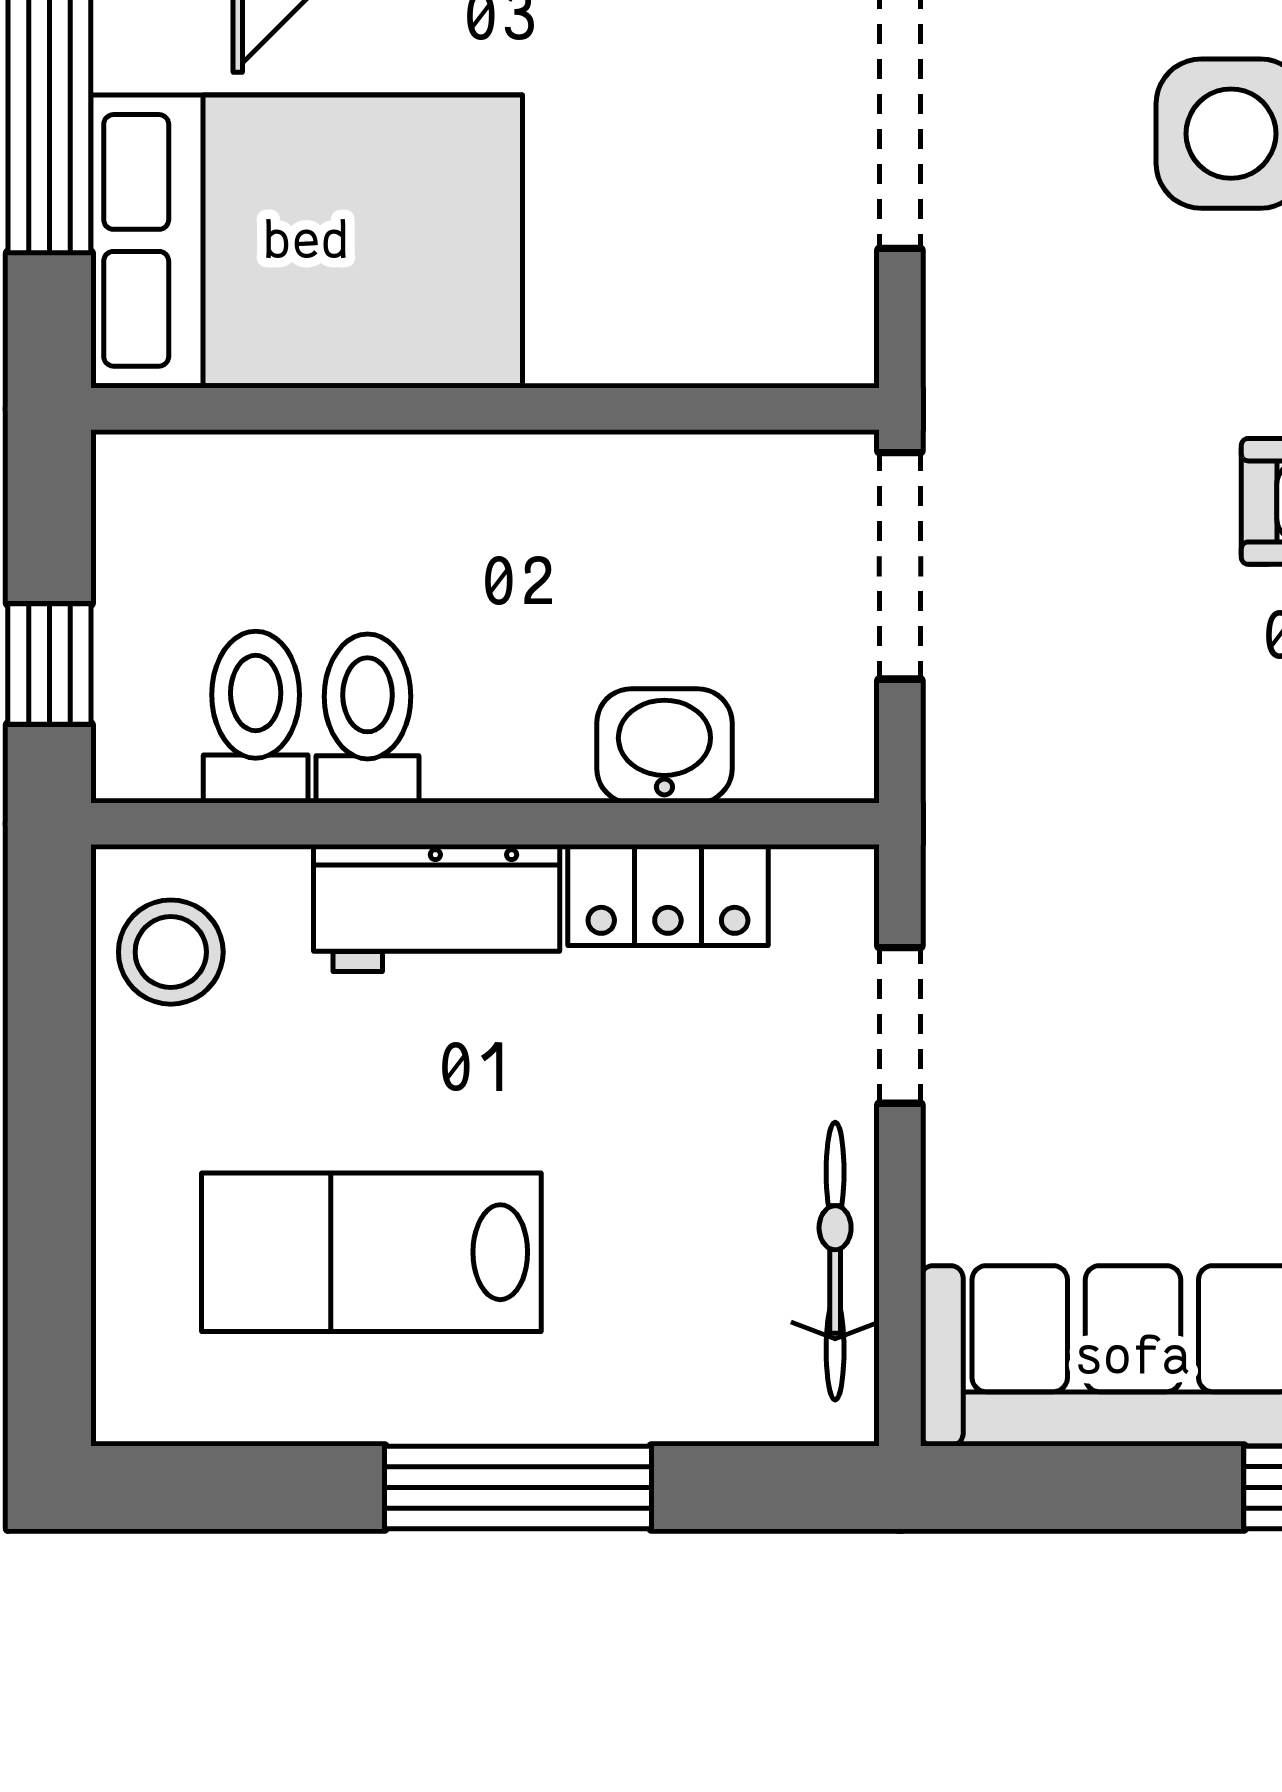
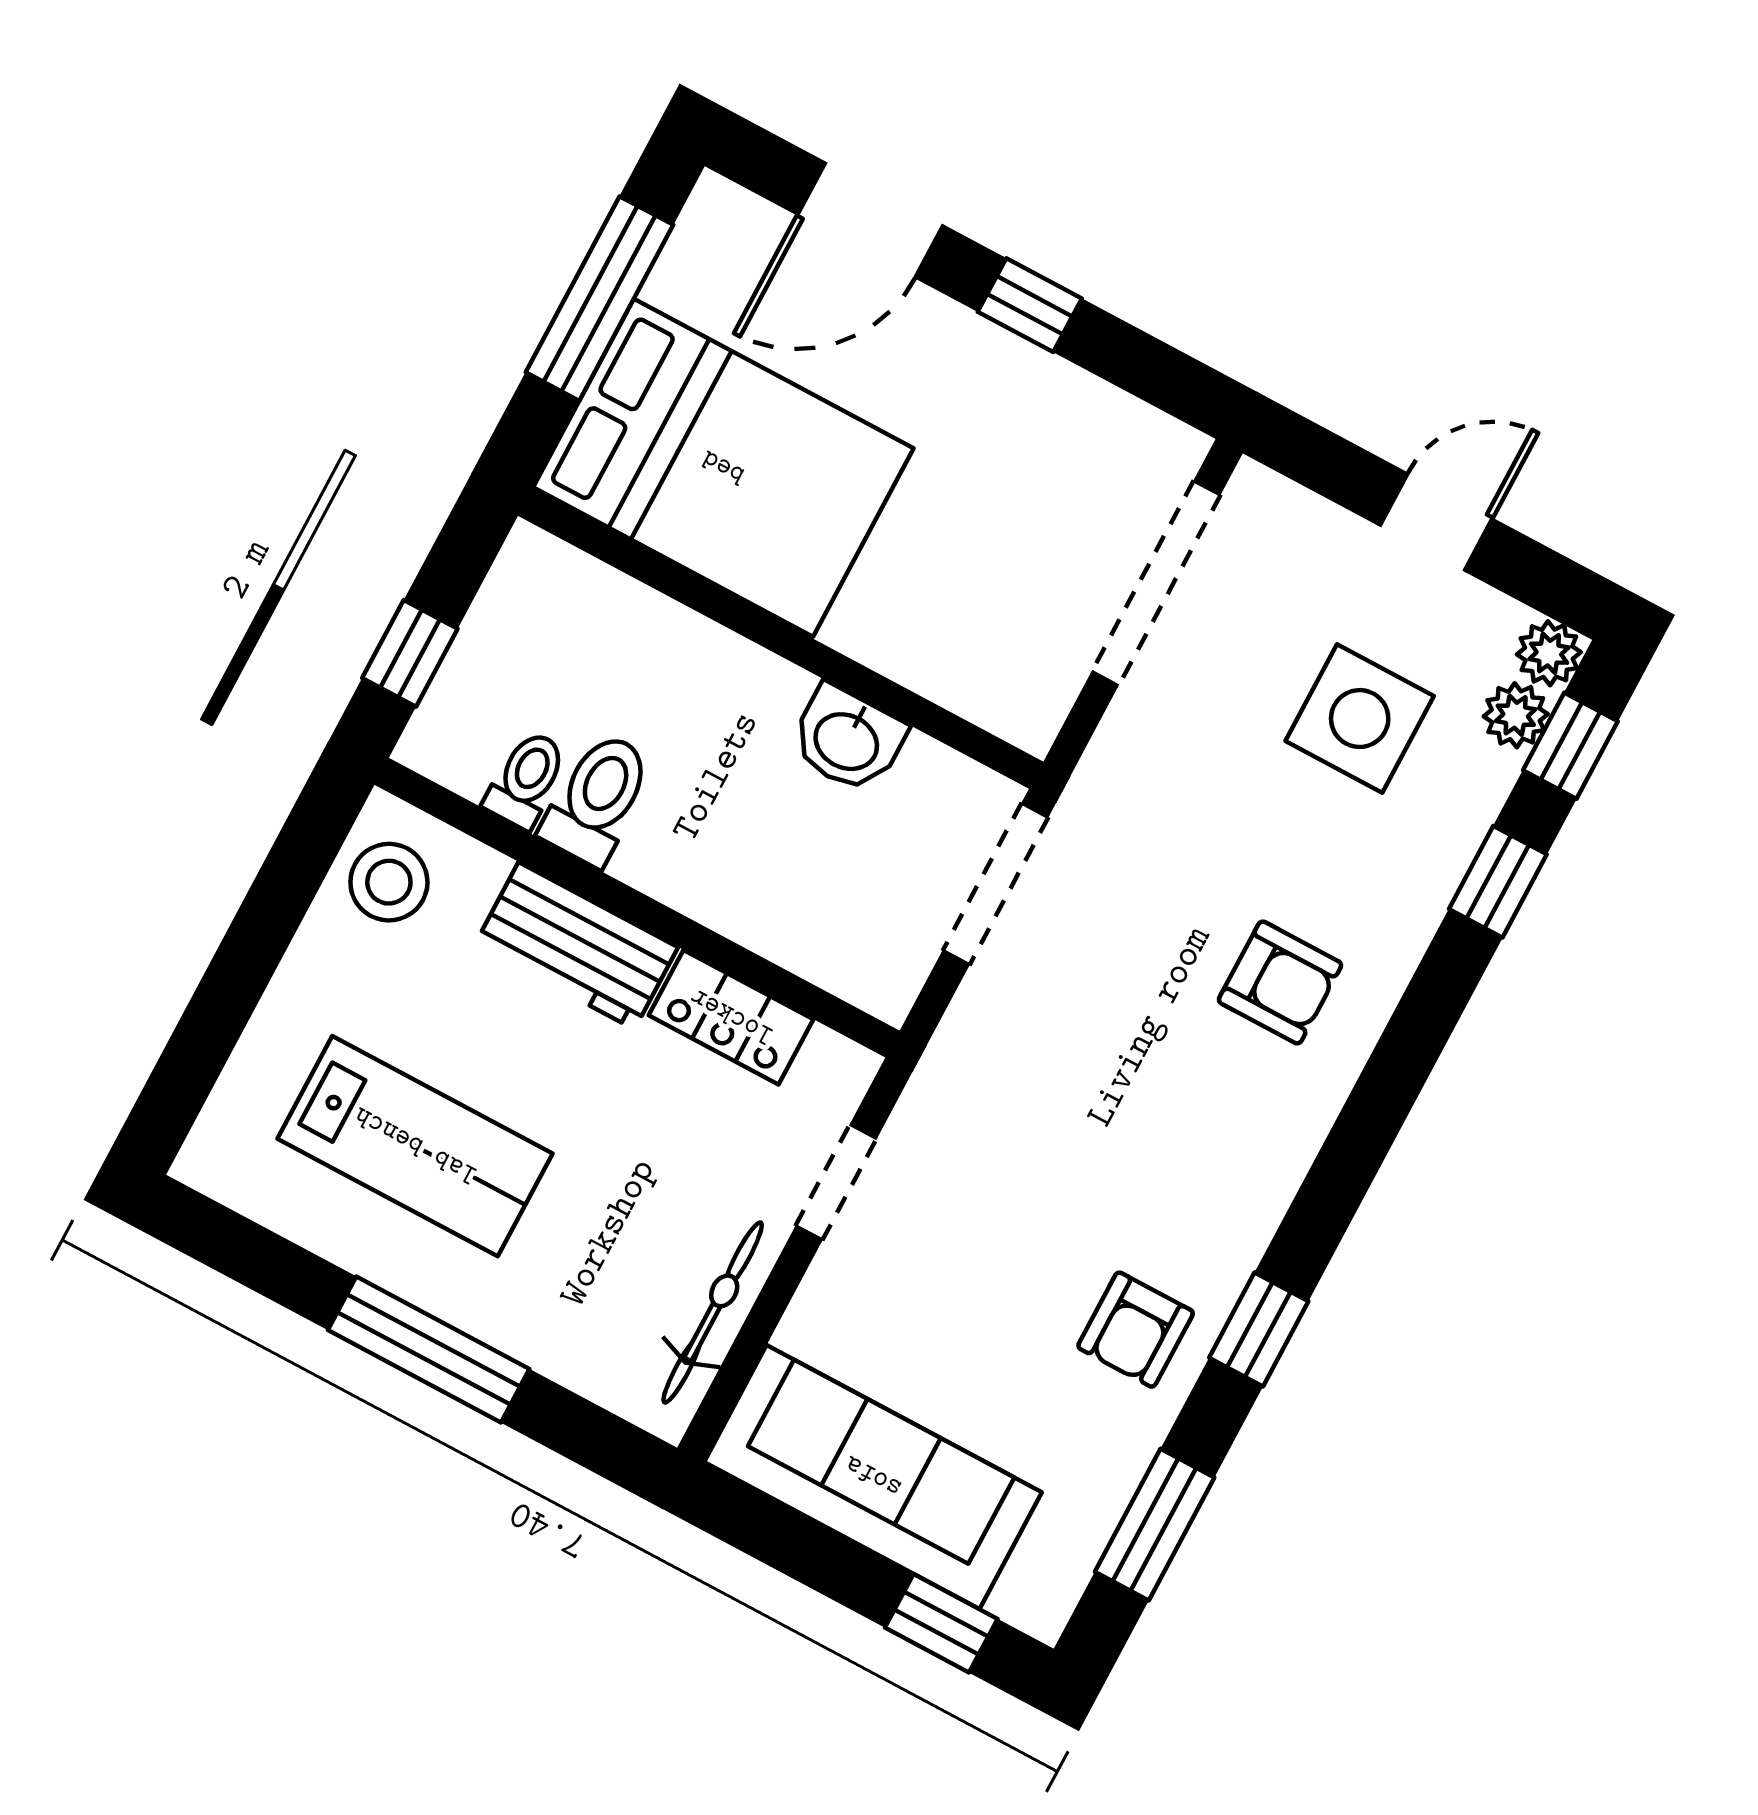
toilet: (256, 717) -> (526, 780), width x0.73, depth x0.72
washbasin: (664, 746) -> (847, 739), moved, turned 180
lab bench: (371, 1252) -> (415, 1146), turned 180

